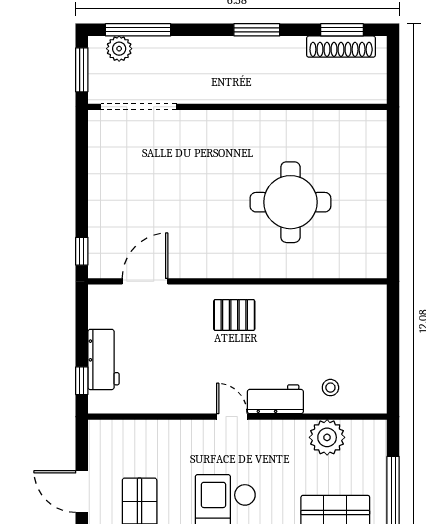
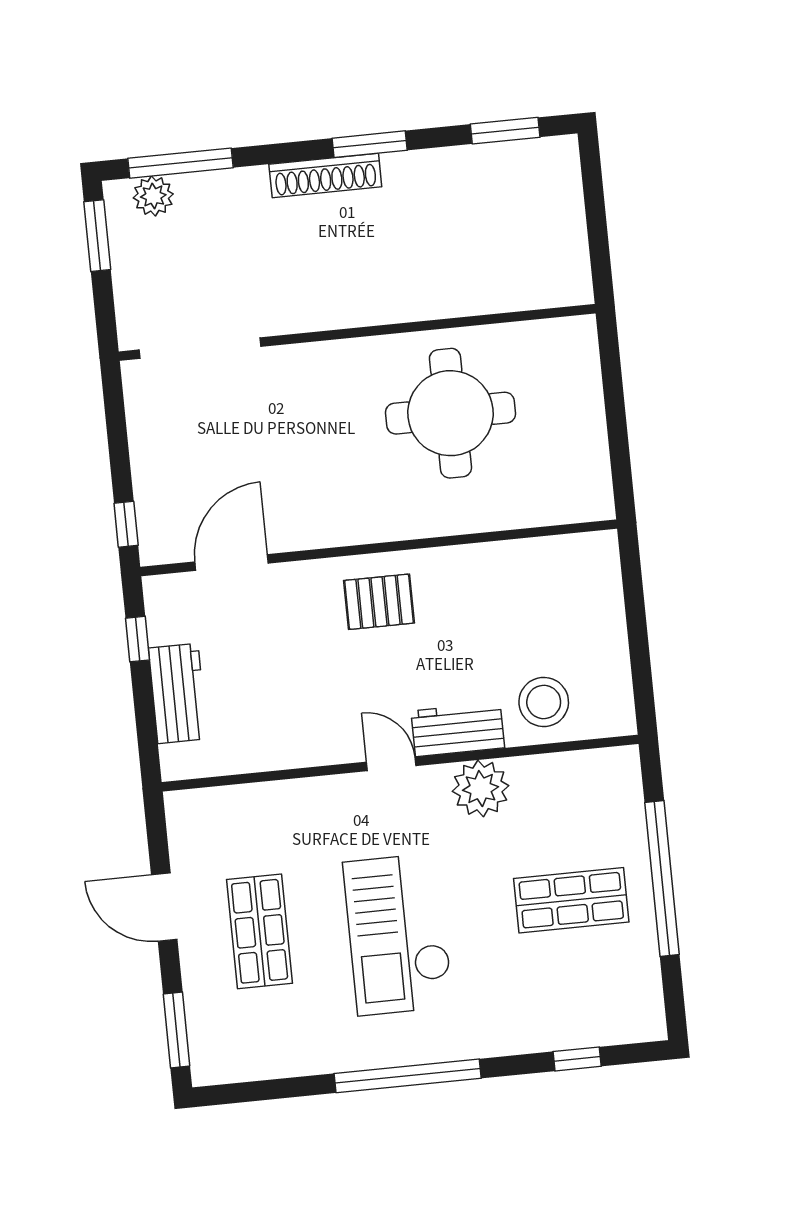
shoe rack: (341, 47) -> (325, 176), moved
doorway: (139, 107) -> (200, 348), moved
wall: (237, 107) -> (357, 332), moved
window: (82, 381) -> (138, 639), moved
stool: (330, 388) -> (544, 702), width x1.89, depth x1.89
plant: (327, 437) -> (481, 788), moved

